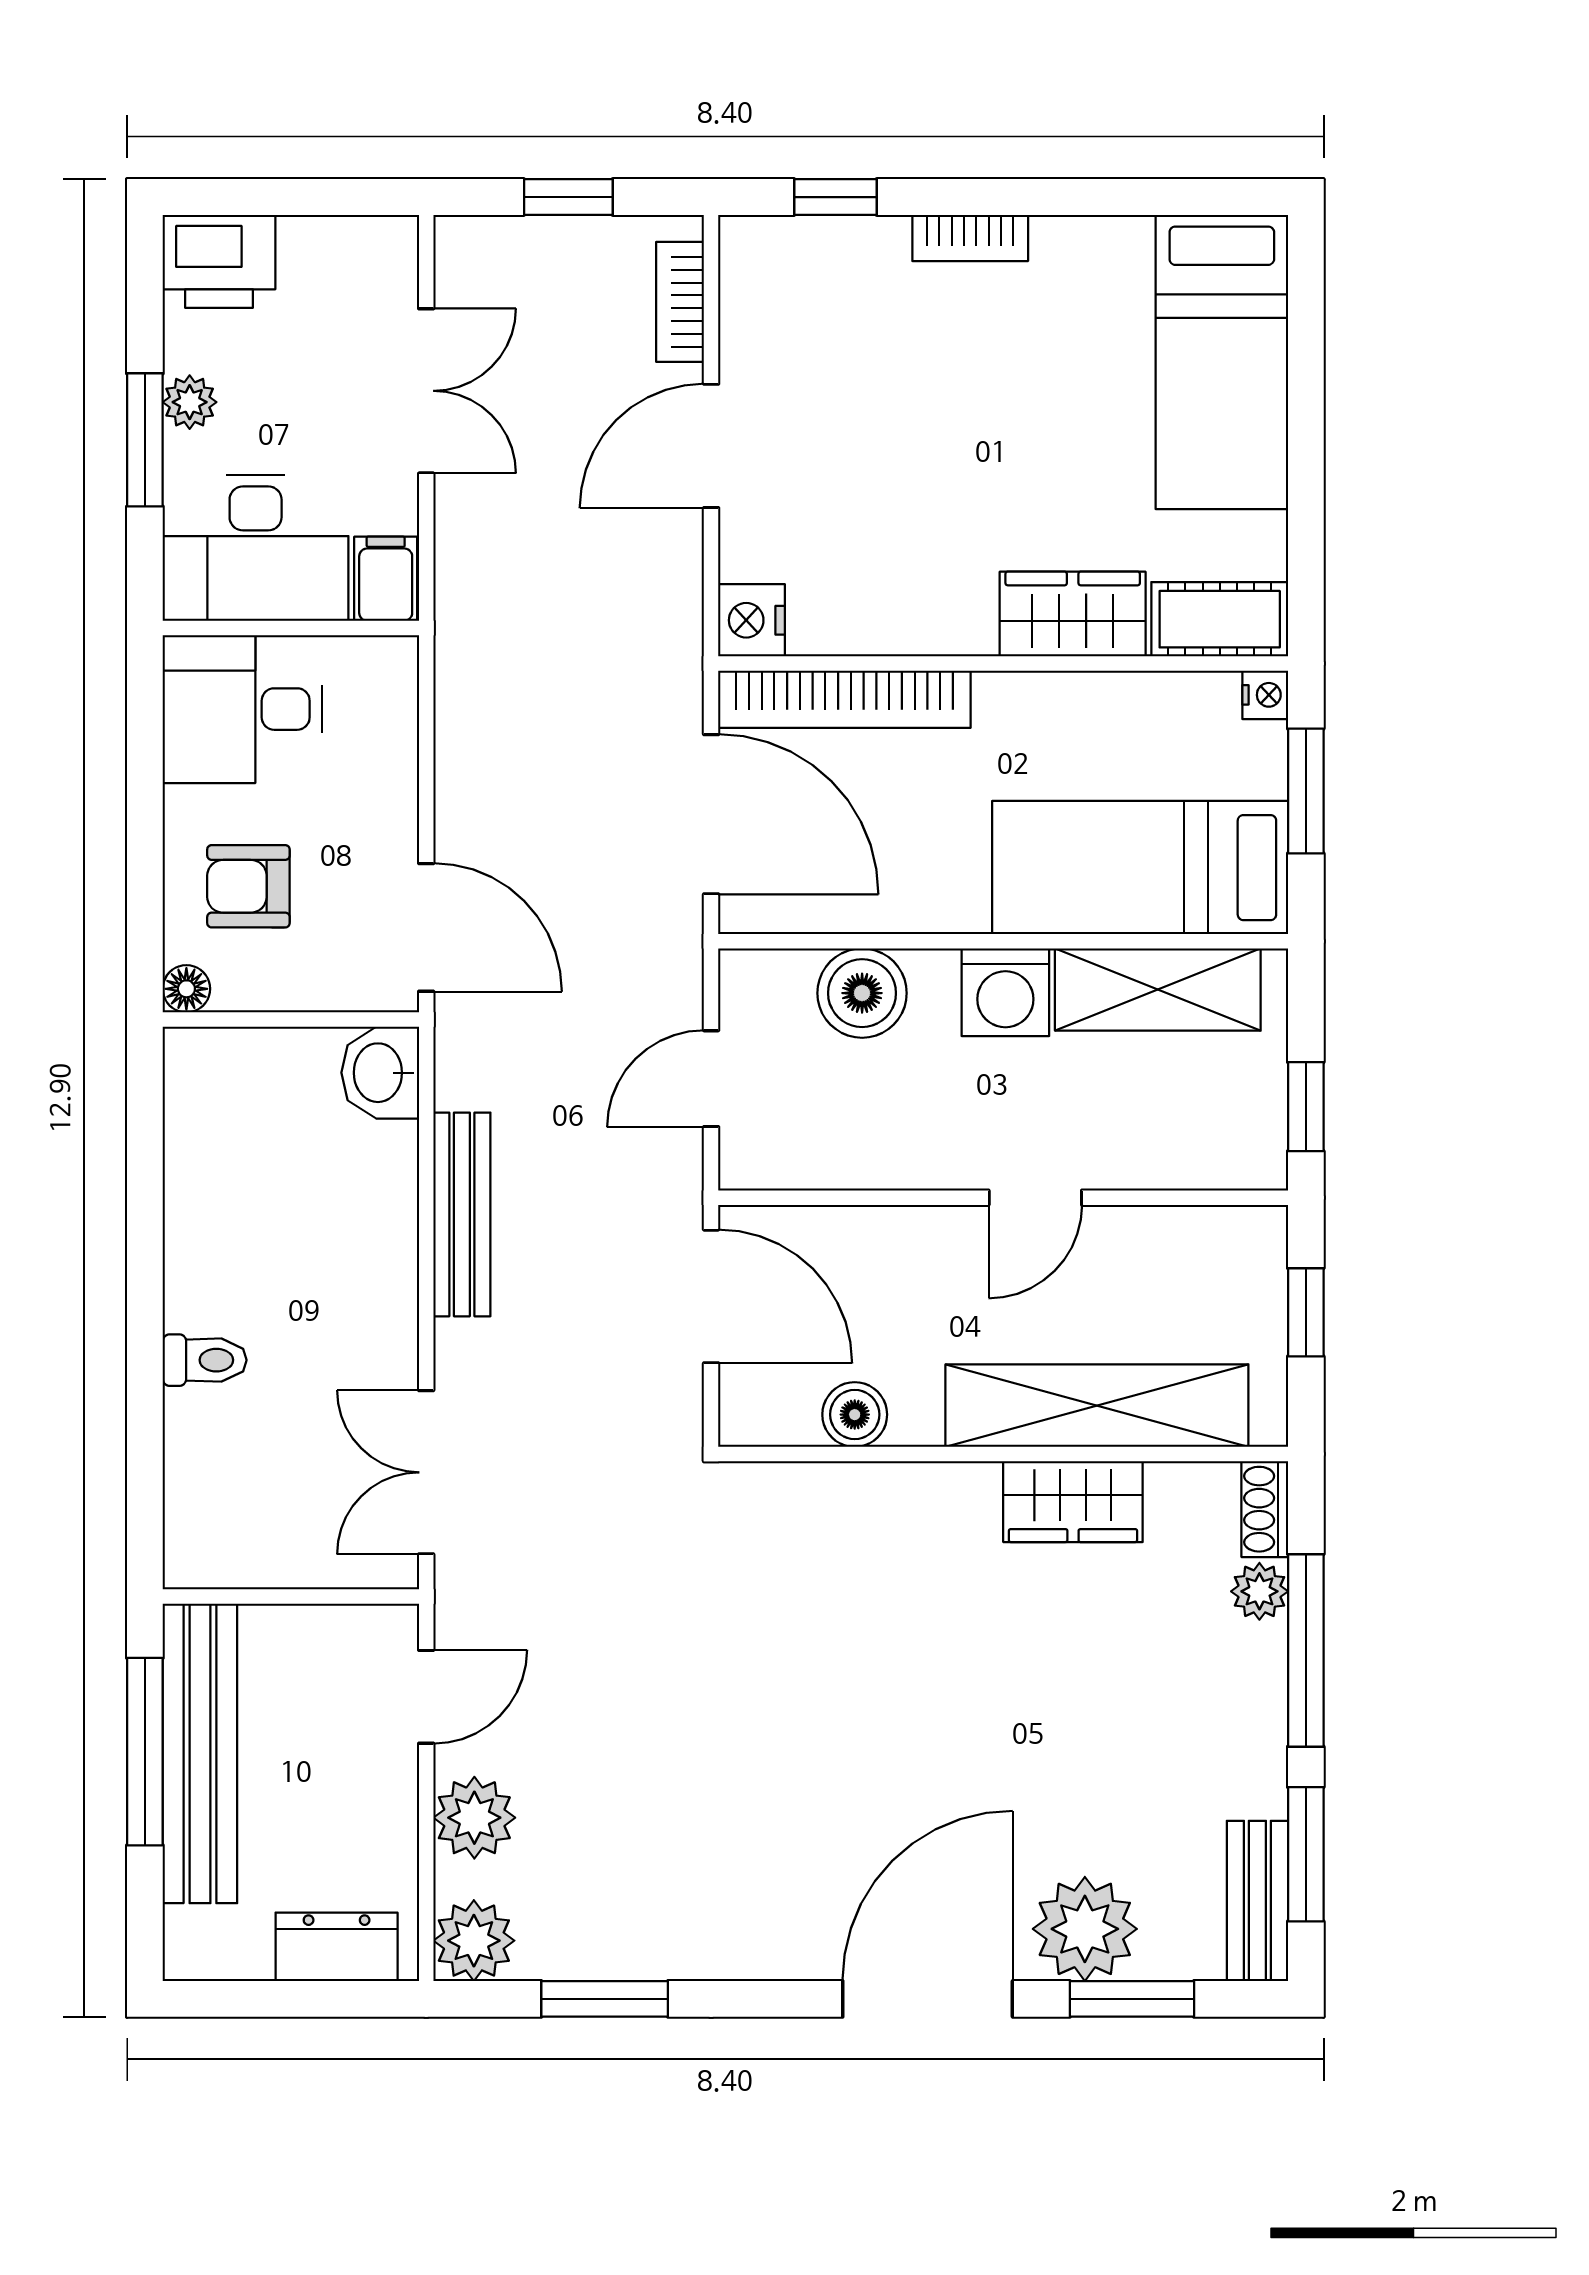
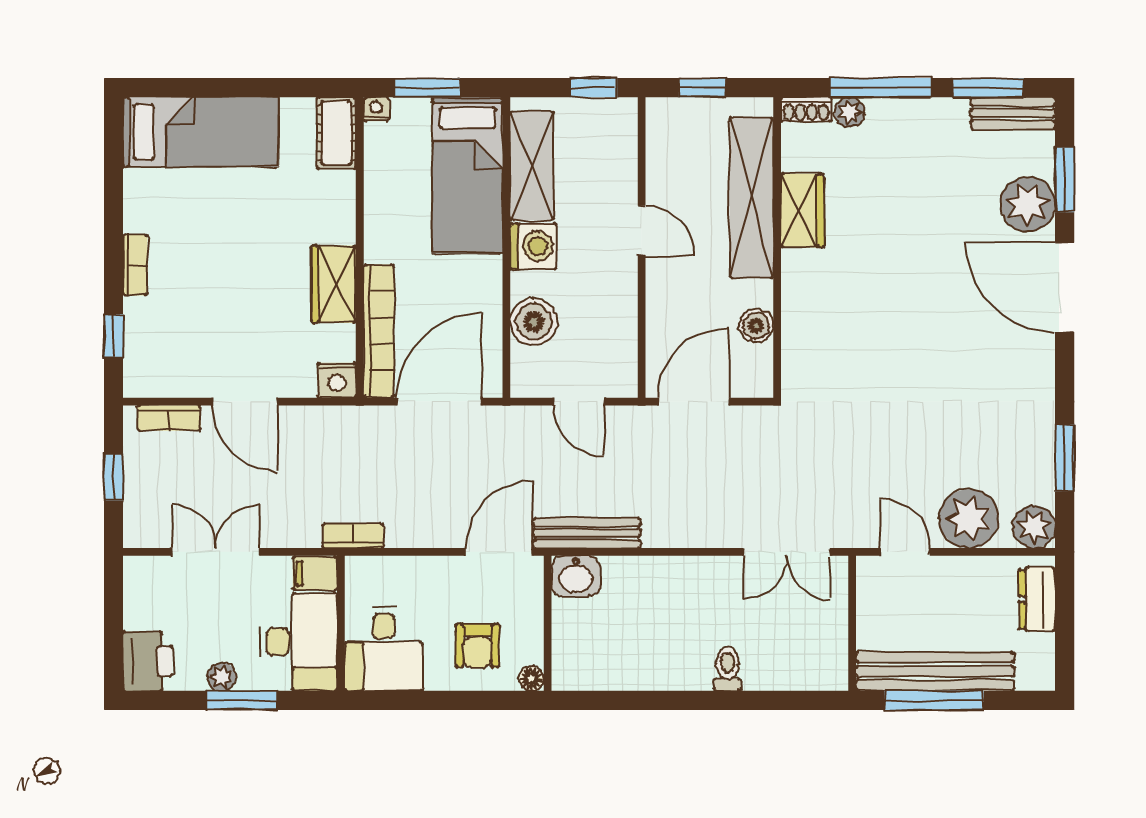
wardrobe: (1073, 614) -> (334, 284), moved
bookcase: (457, 650) -> (353, 536), added
bench: (462, 1214) -> (587, 533), moved
plant: (474, 1818) -> (969, 519), width x1.36, depth x1.36

